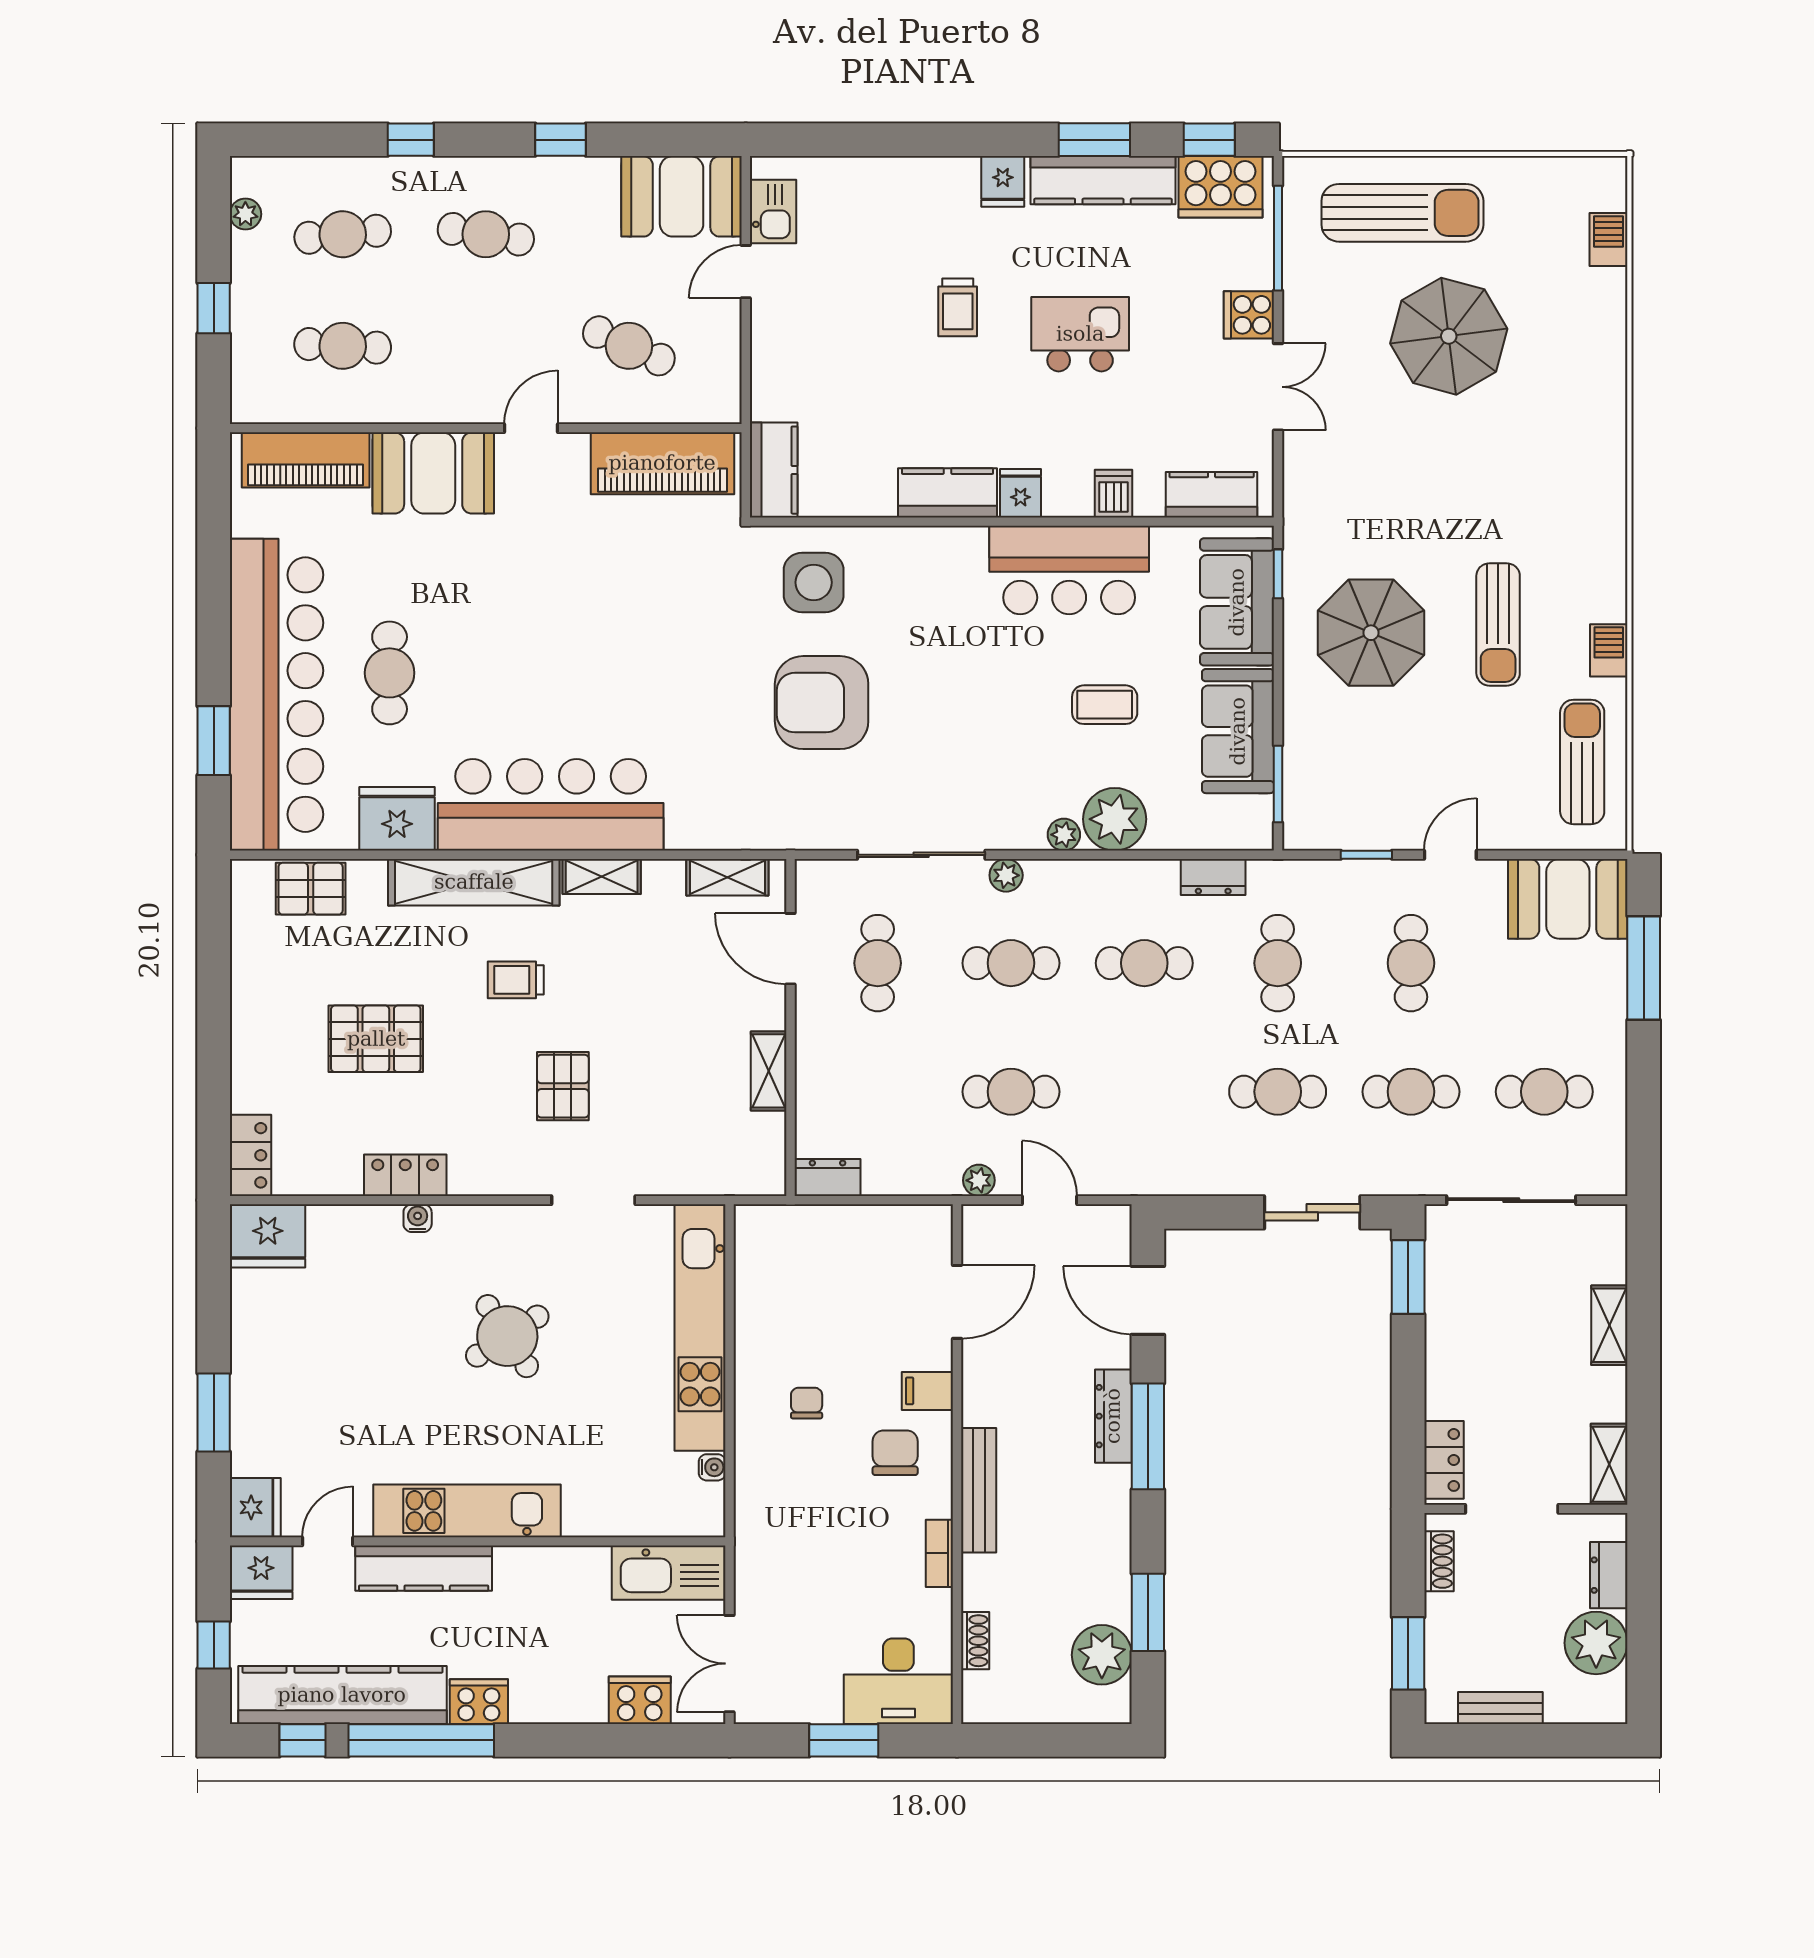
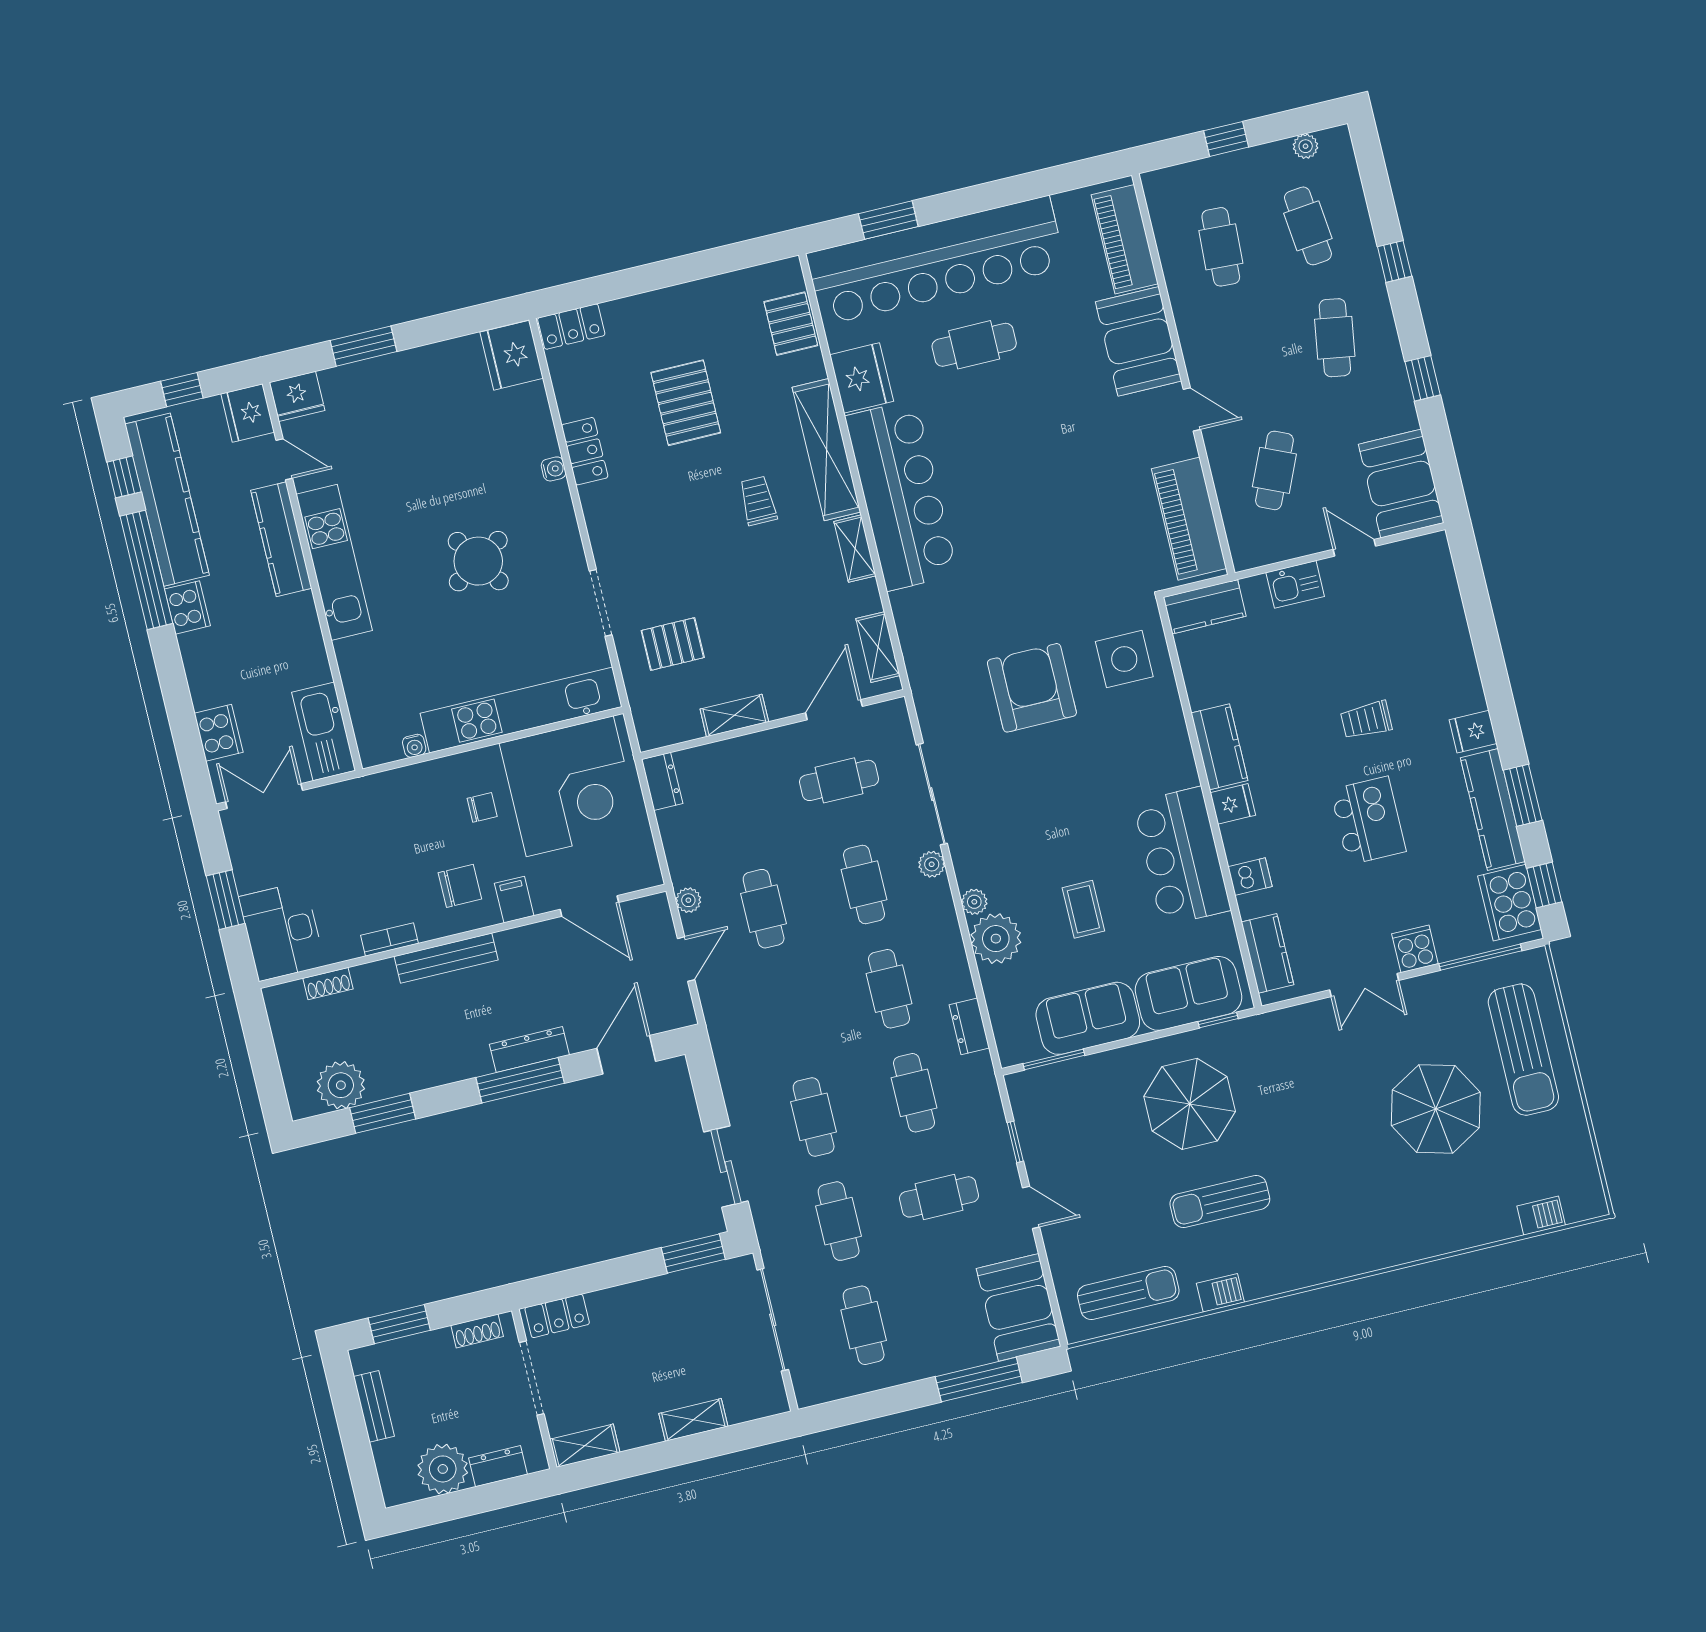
kitchen sink: (773, 212) -> (1295, 584), moved
cafe table: (1278, 963) -> (914, 1093), turned 90
pallet: (563, 1086) -> (673, 644), moved
corner desk: (807, 1291) -> (570, 786), added

